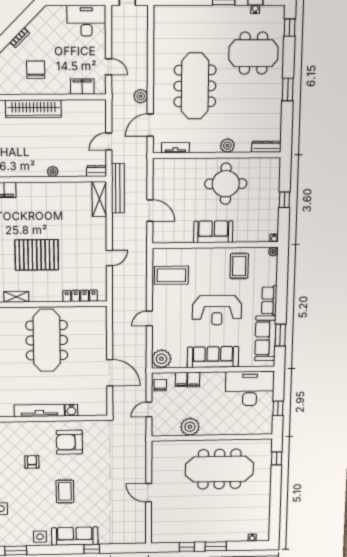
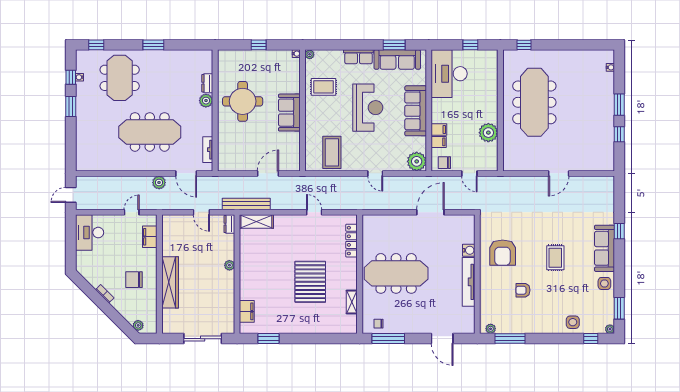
dresser: (266, 147) -> (207, 83), moved, width x0.70
rug: (65, 491) -> (555, 258), turned 90

